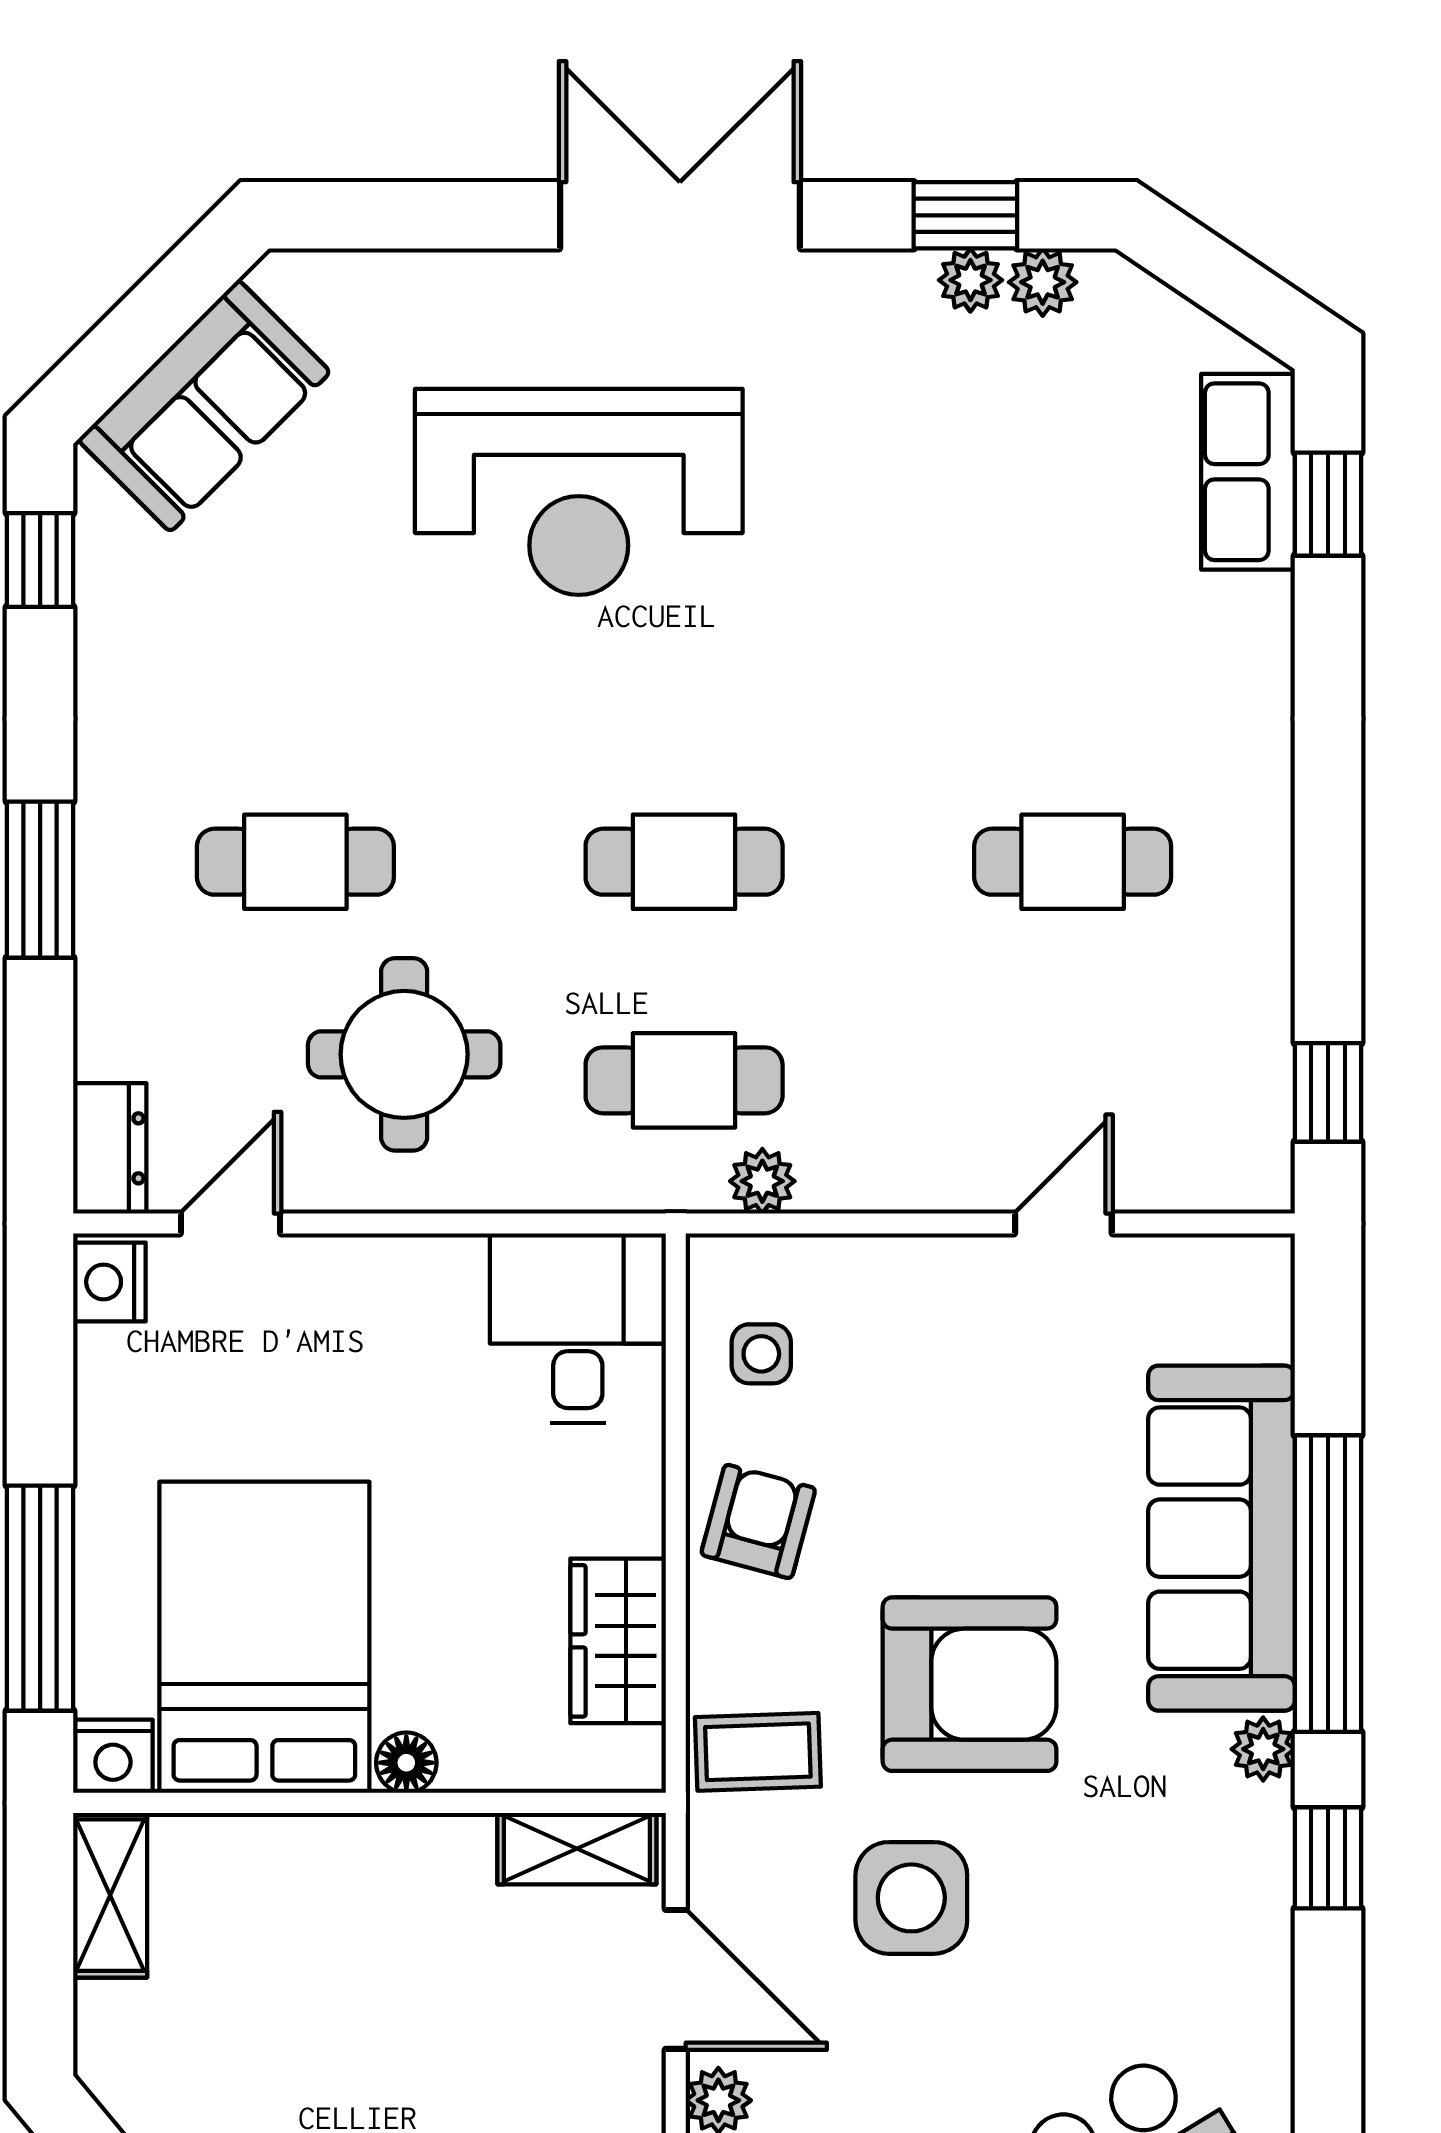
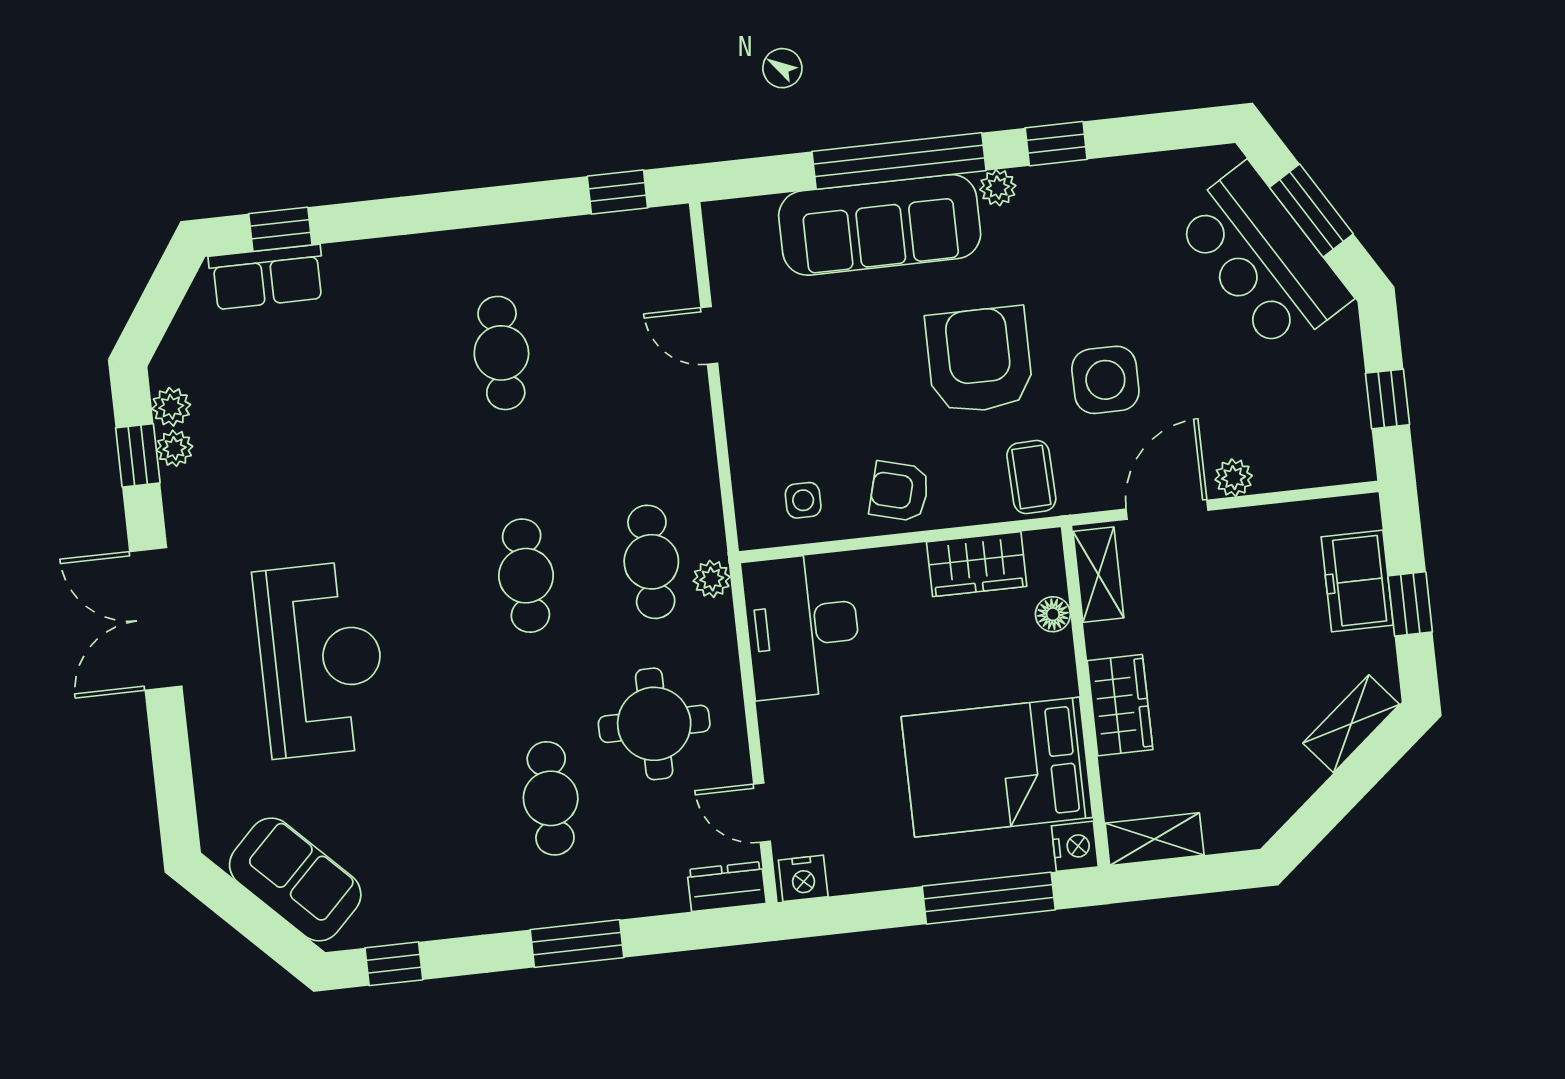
plant: (762, 1181) -> (712, 579), moved
desk: (578, 1328) -> (802, 626), width x1.37
floor lamp: (406, 1763) -> (1053, 614), moved
wardrobe: (348, 1861) -> (1120, 705), added

